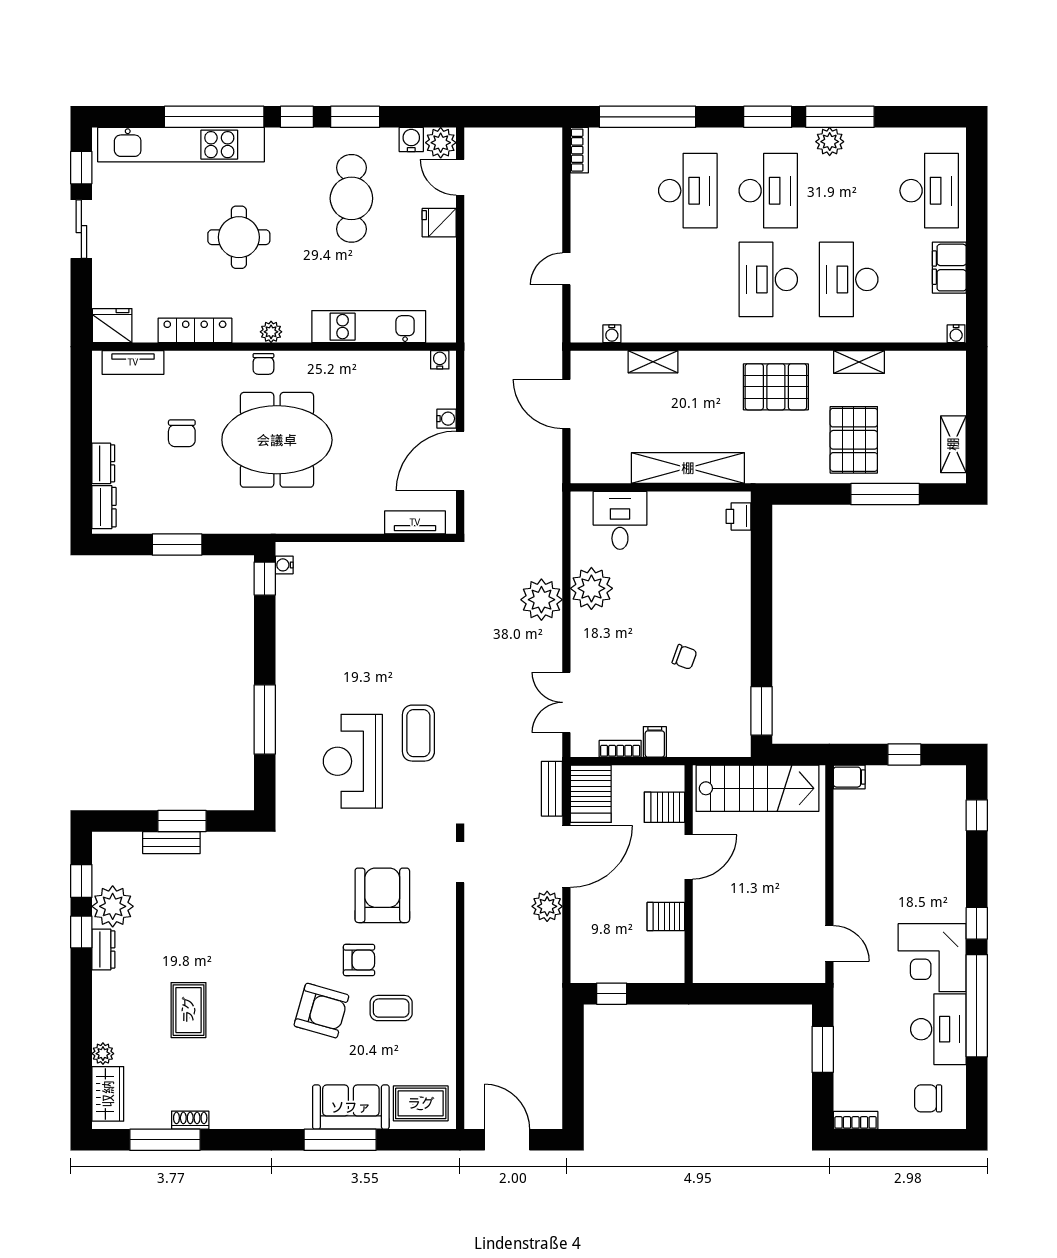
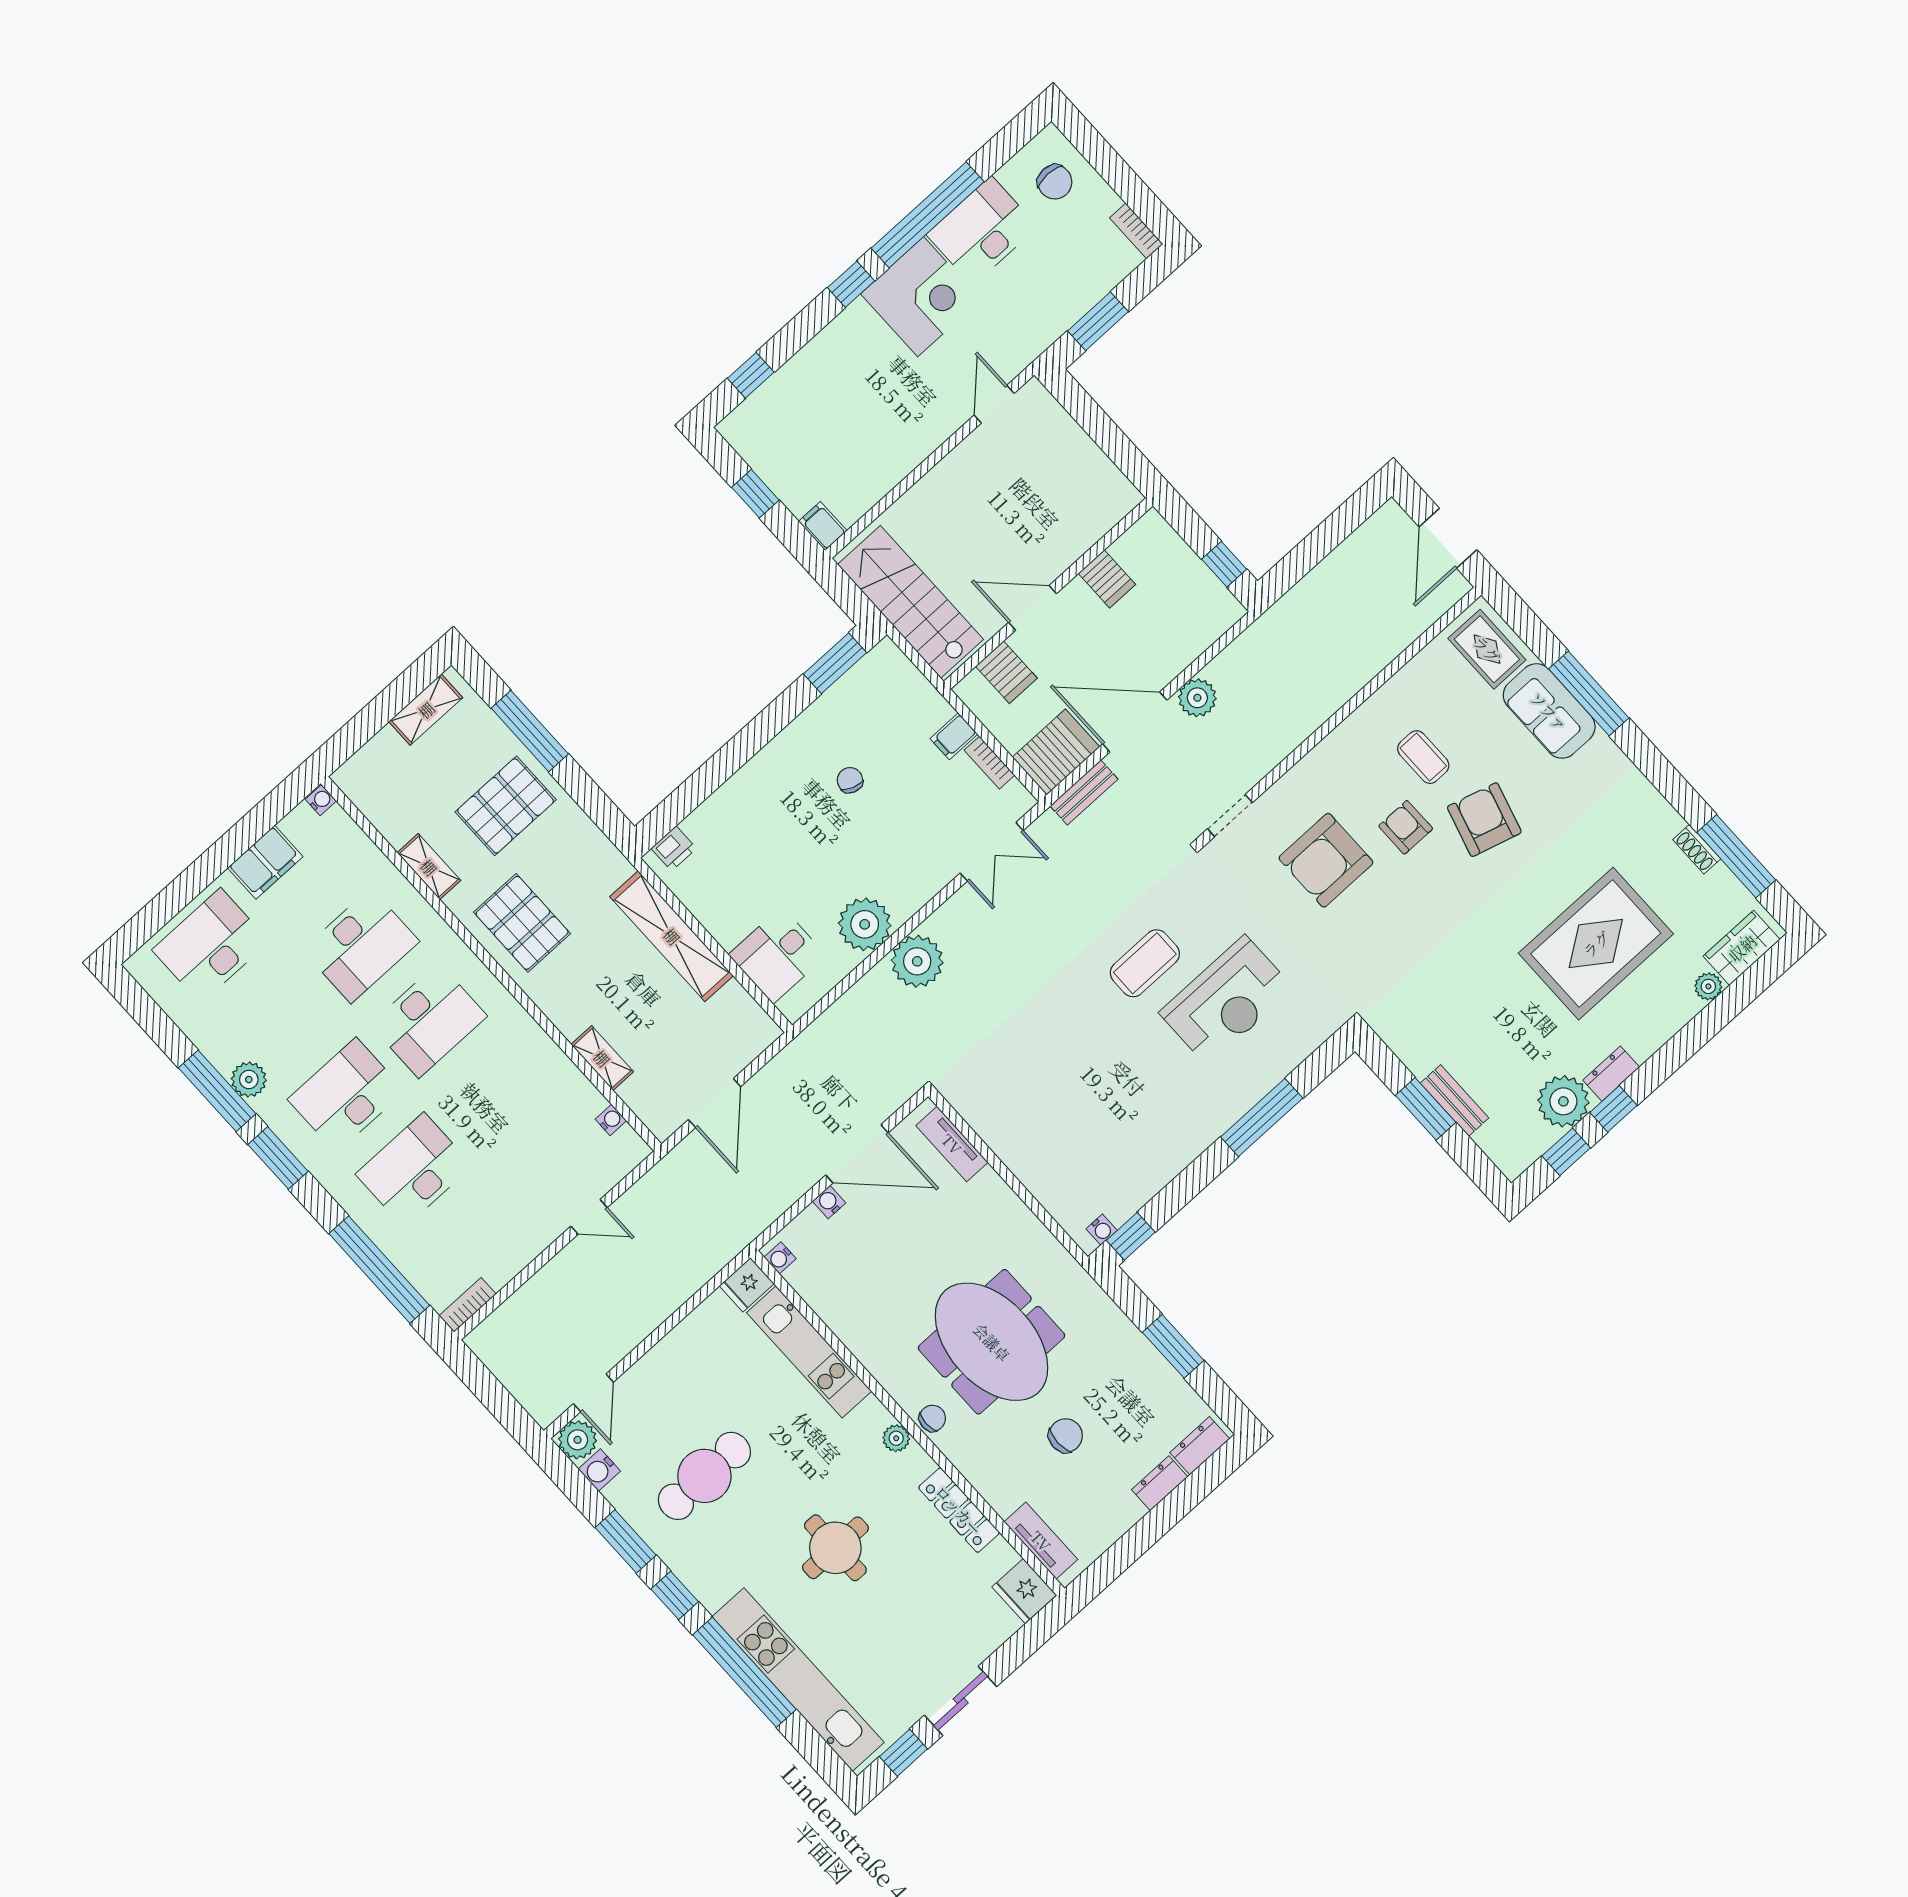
fridge: (439, 223) -> (747, 1285), moved, turned 90
rug: (188, 1010) -> (1596, 944), width x1.86, depth x2.06

